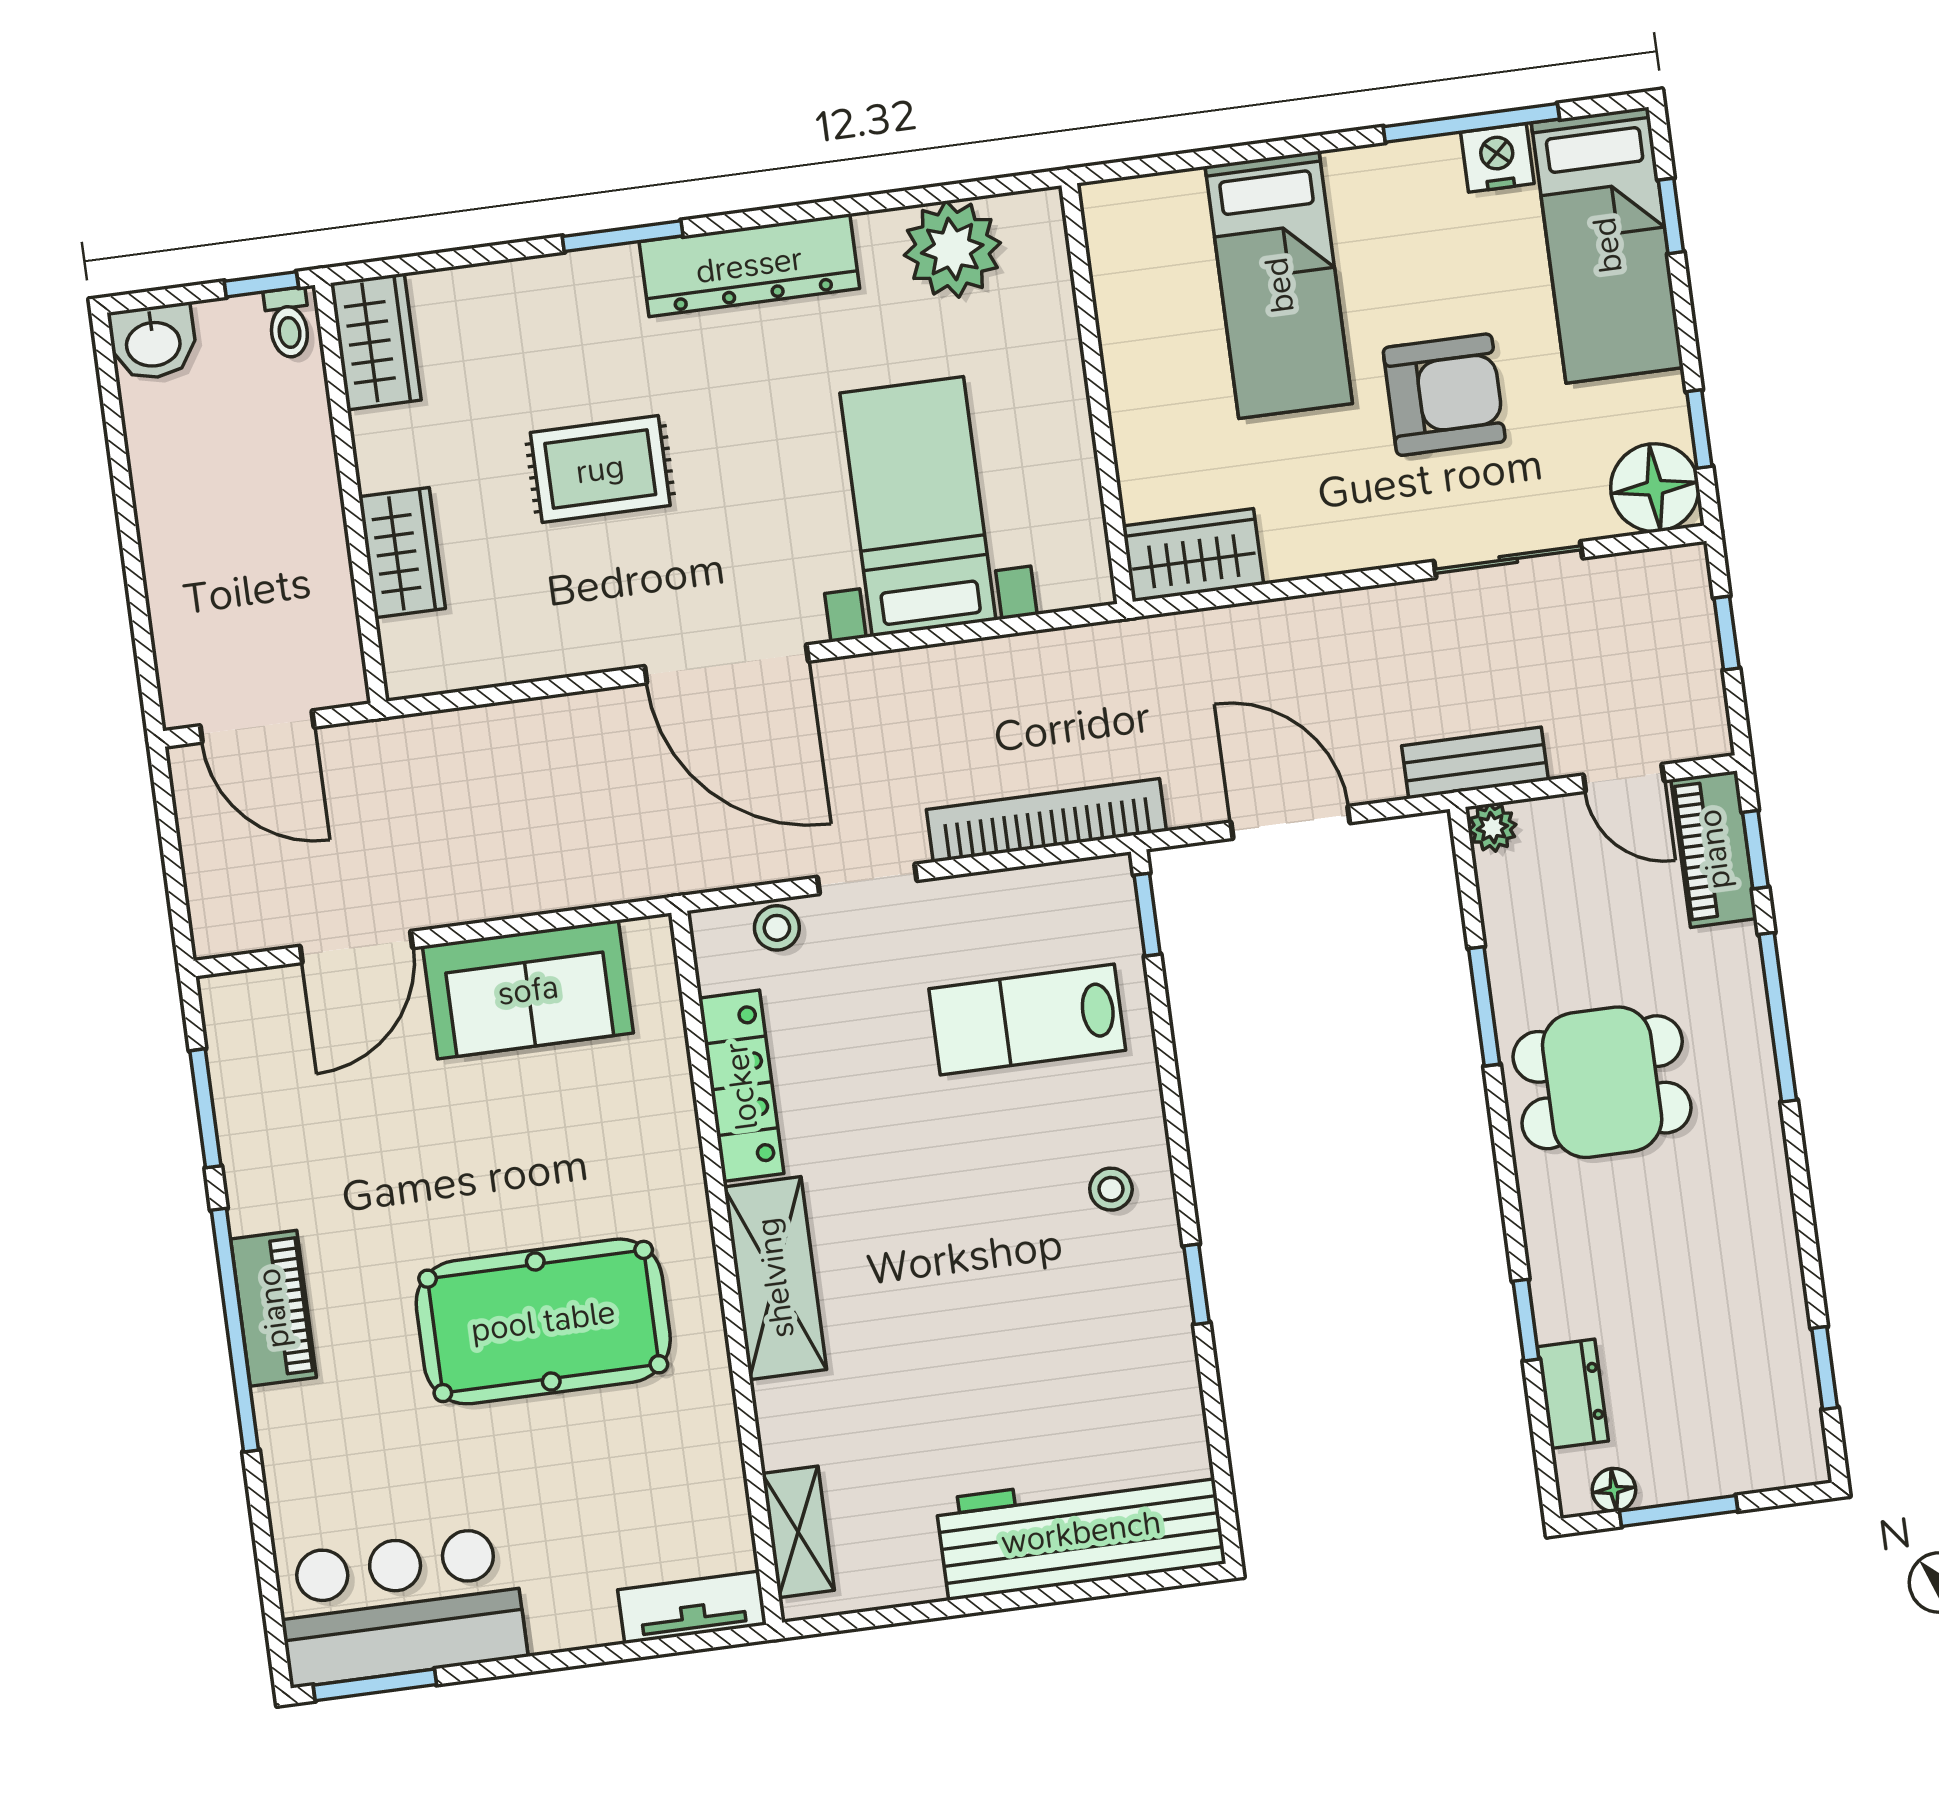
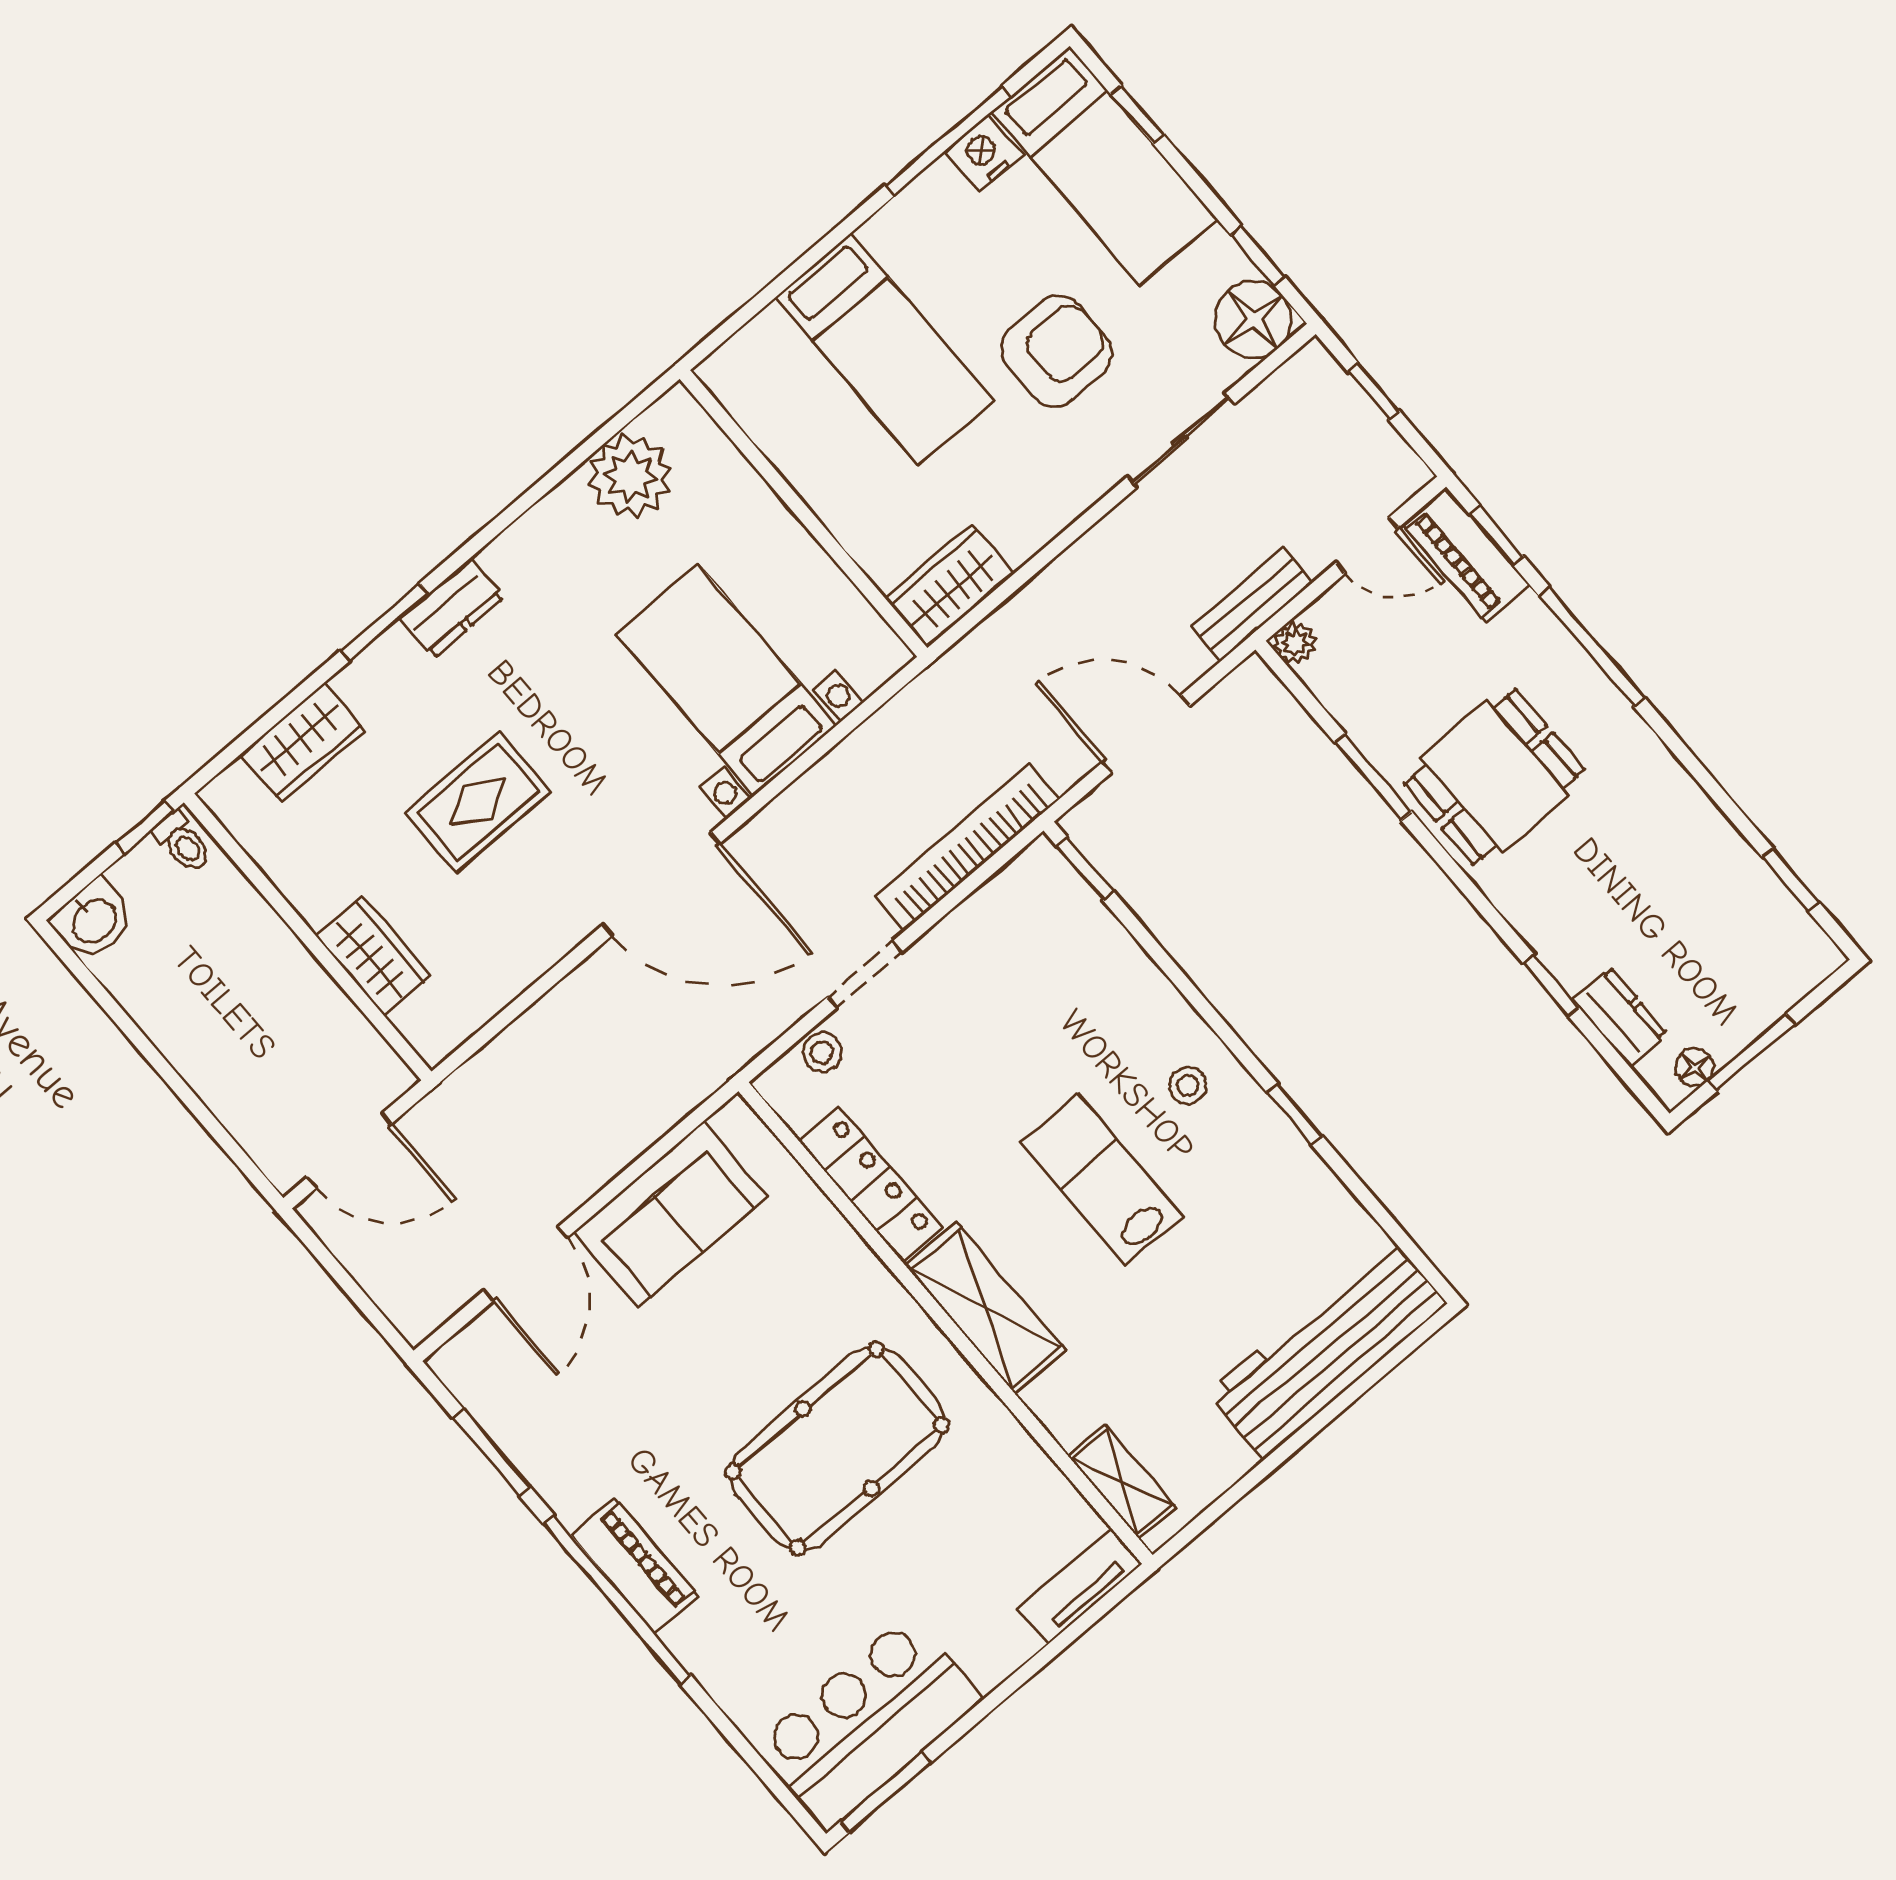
dresser: (749, 265) -> (452, 608), width x0.51, depth x0.80
wardrobe: (376, 342) -> (303, 743), moved, turned 90
lab bench: (1027, 1019) -> (1102, 1179), moved, turned 90

